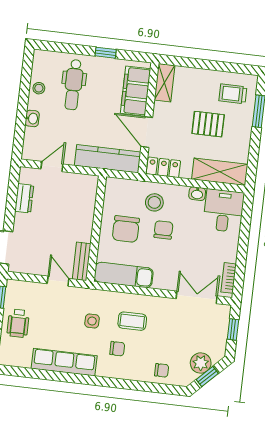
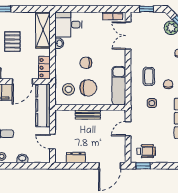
stool: (154, 202) -> (68, 89), moved
bench: (82, 261) -> (88, 115), moved
wheelchair: (18, 323) -> (146, 151), moved

